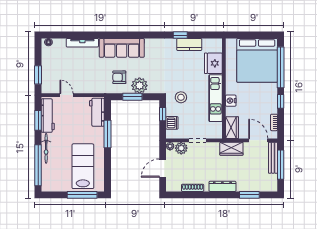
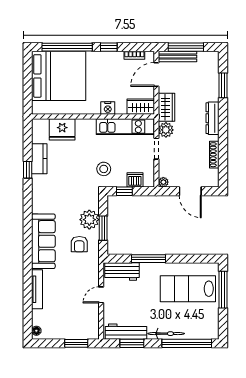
door: (67, 95) -> (101, 295), moved
kitchen unit: (216, 98) -> (125, 127), moved
plant: (181, 148) -> (166, 130), moved

